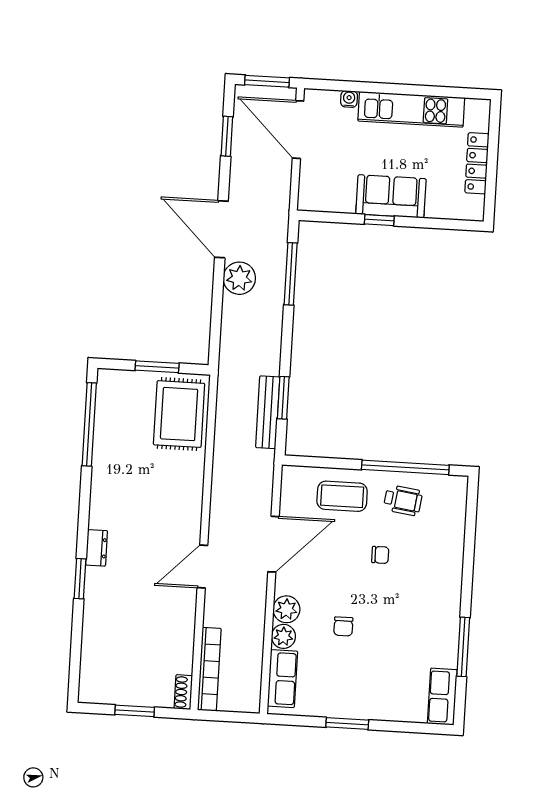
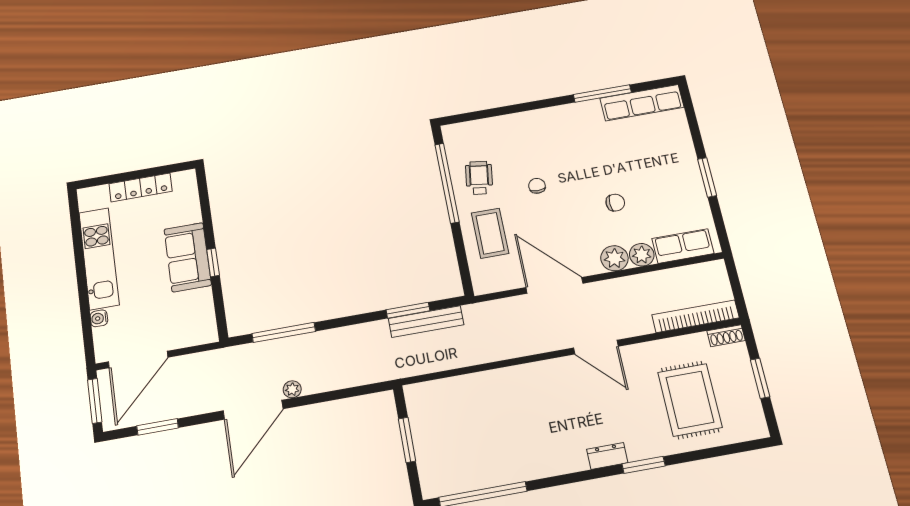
plant: (239, 278) -> (292, 389), width x0.53, depth x0.53
rug: (179, 414) -> (690, 400), moved, turned 90
row of seats: (442, 697) -> (642, 103), width x1.48

